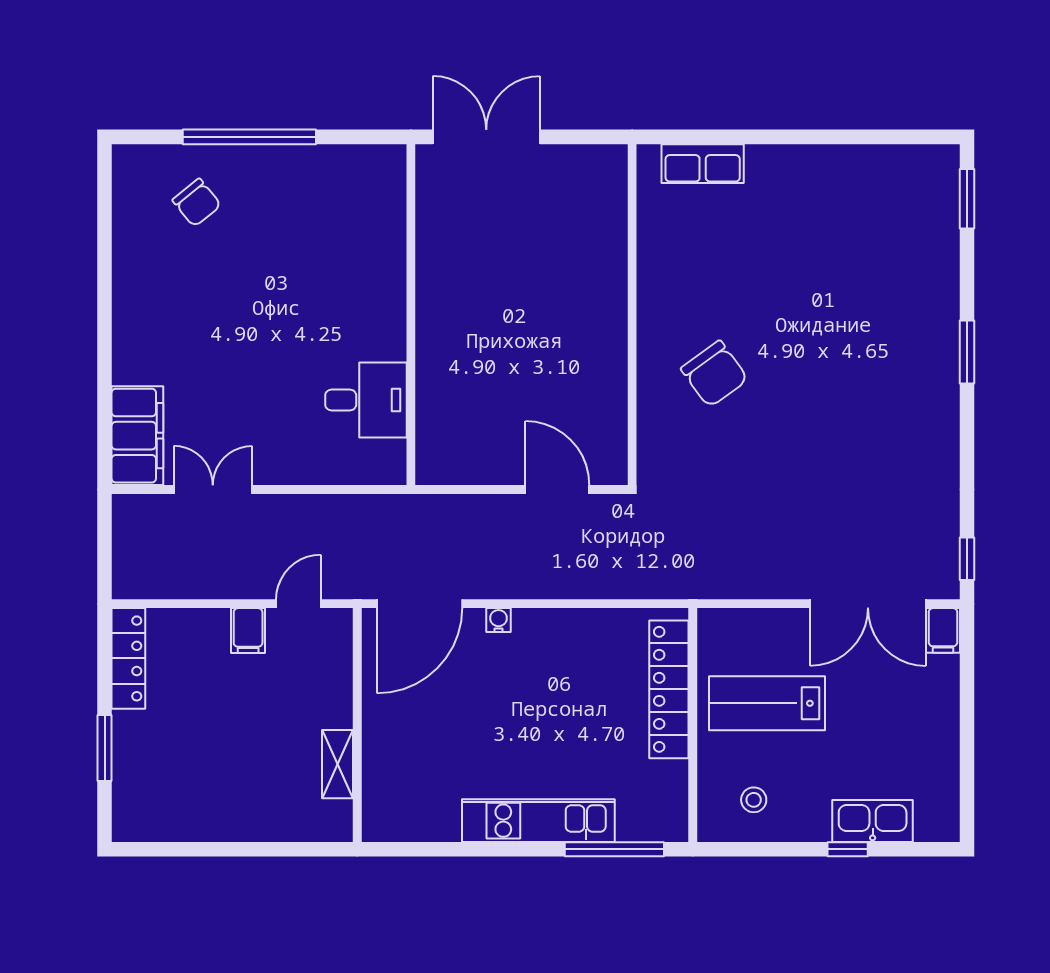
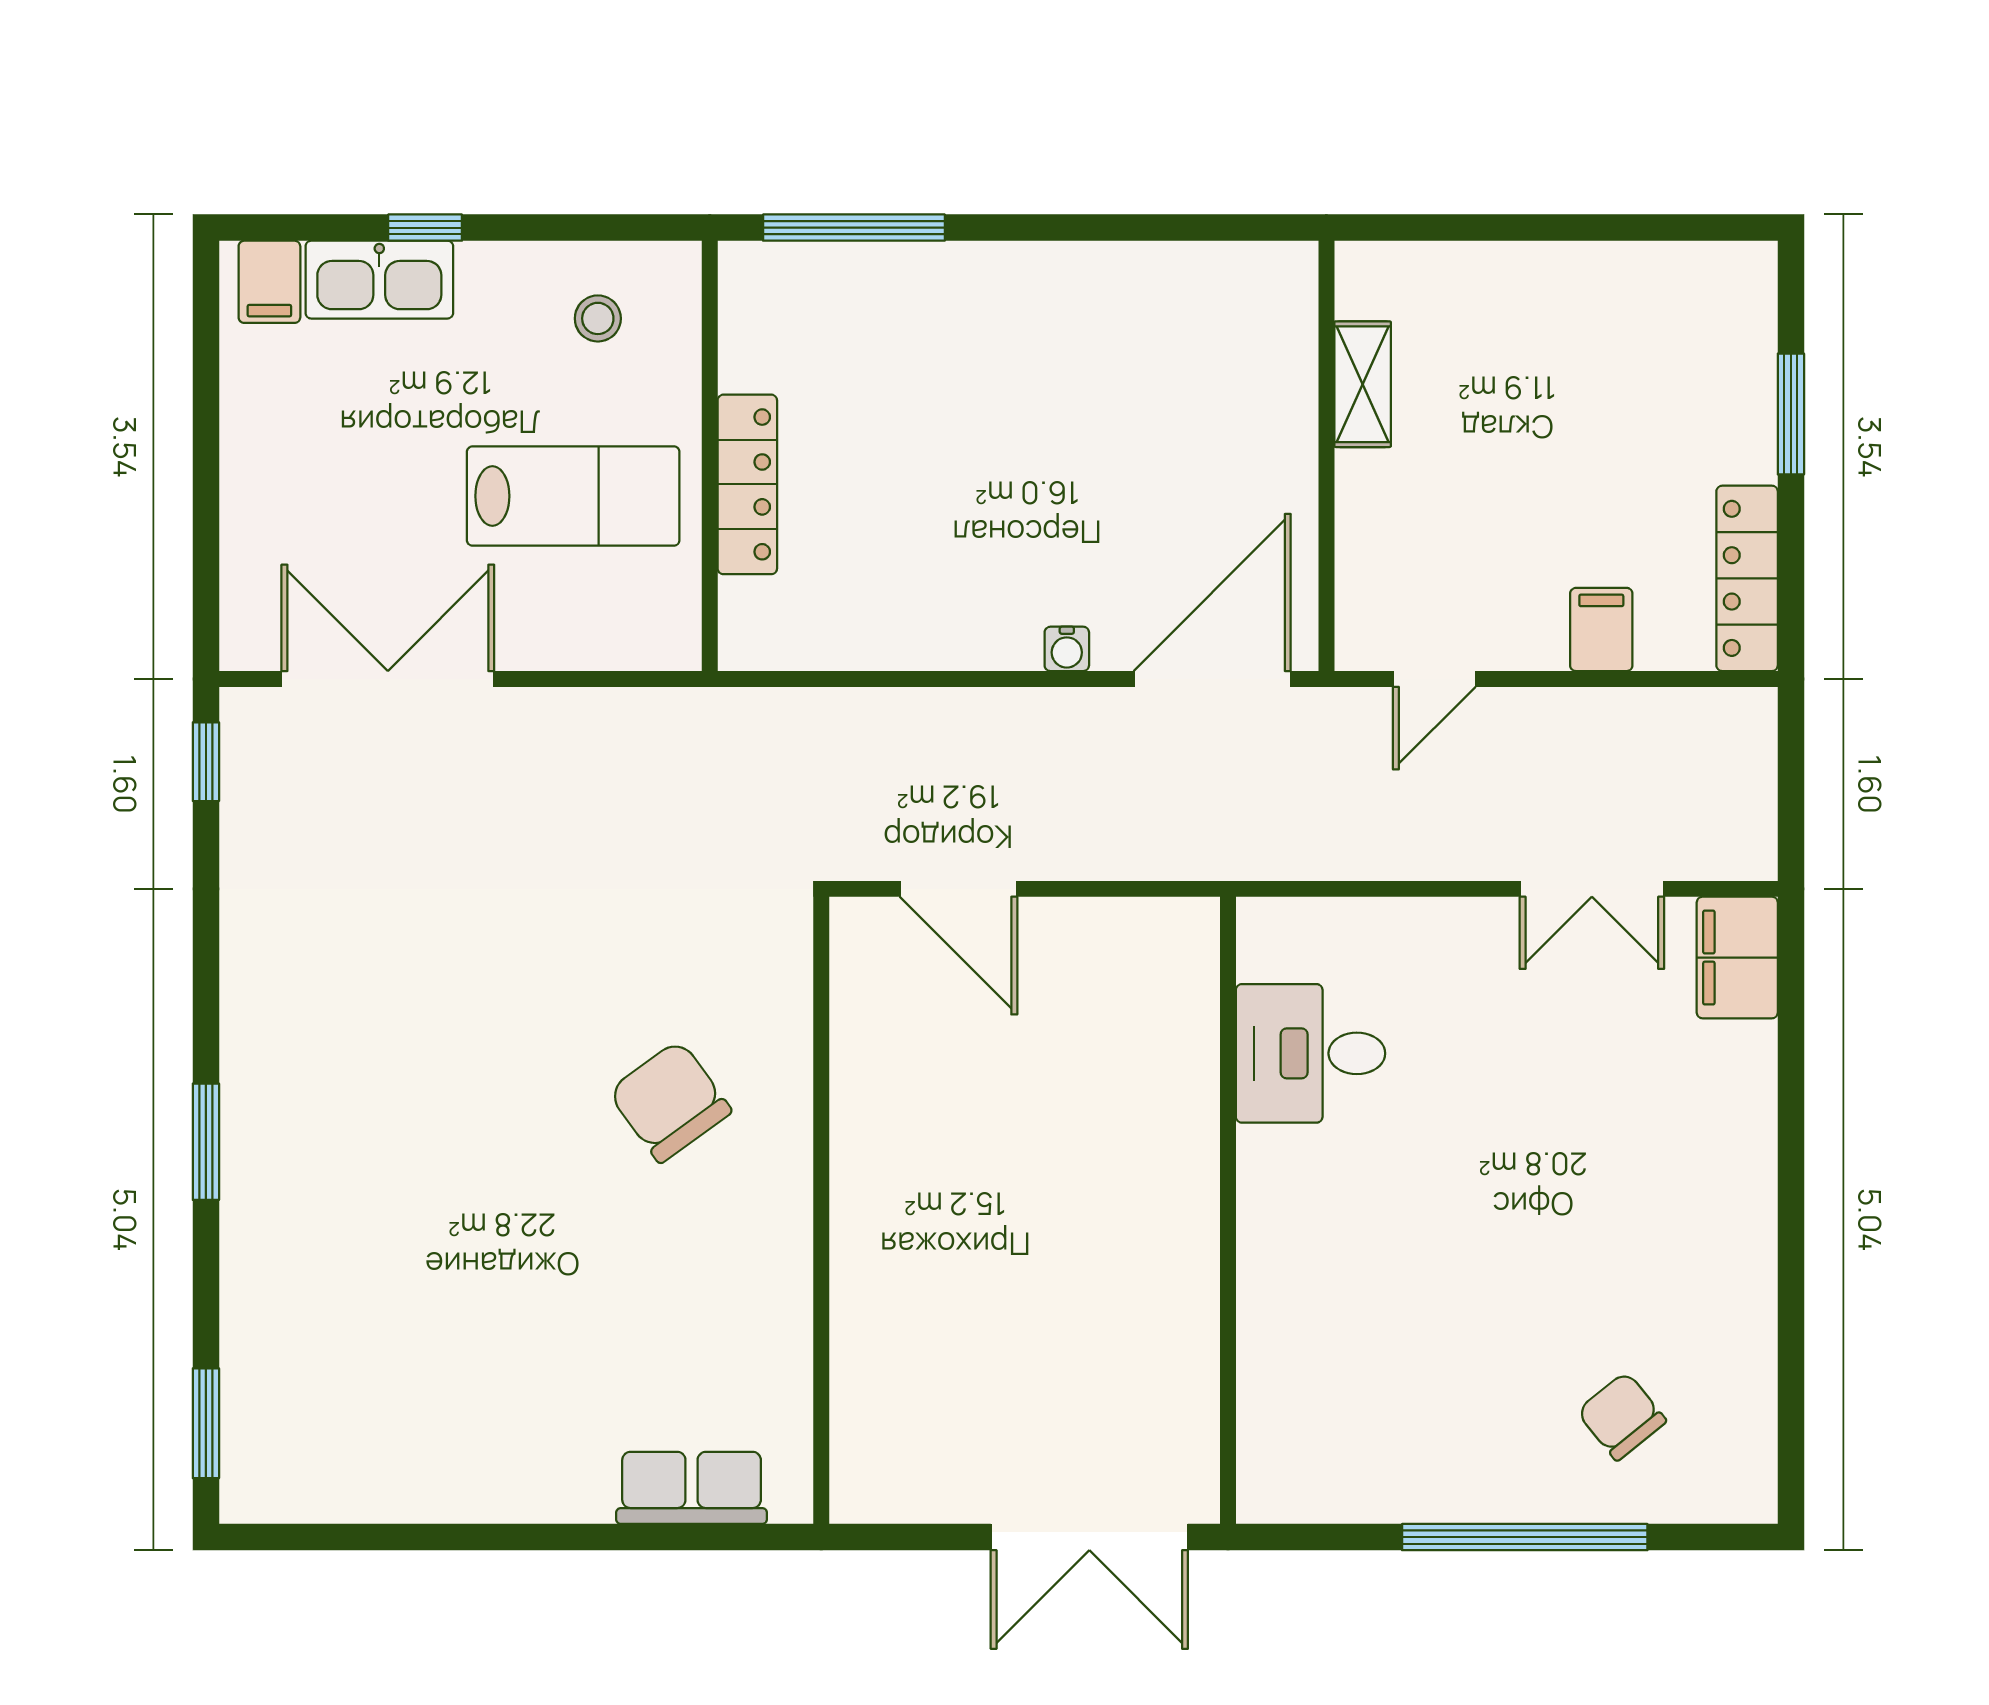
filing cabinet: (137, 436) -> (1737, 958), width x0.67, depth x0.86
filing cabinet: (943, 630) -> (269, 282), moved, turned 180
filing cabinet: (248, 631) -> (1601, 629), moved
locker: (669, 689) -> (747, 484), width x0.71, depth x0.83
kitchen unit: (538, 821) -> (994, 280), removed

